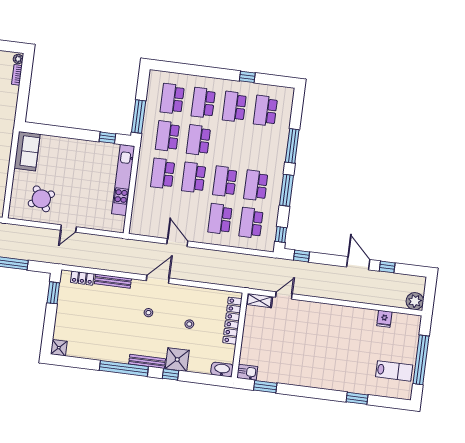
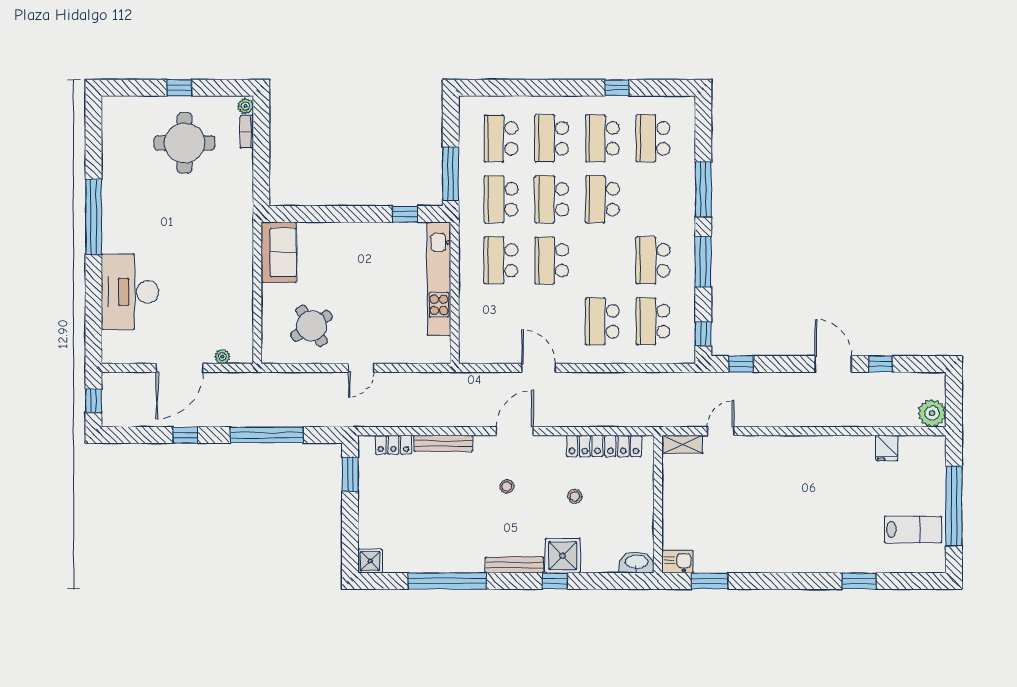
school desk: (225, 182) -> (602, 199), moved
locker: (232, 321) -> (604, 446), moved, turned -90
window: (124, 368) -> (447, 581), moved

